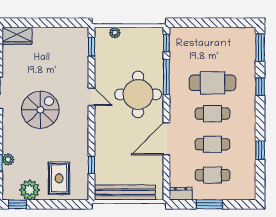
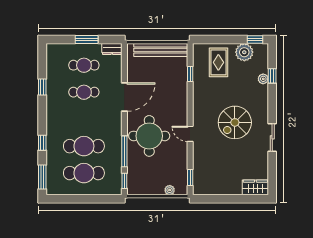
cafe table: (212, 114) -> (84, 173), moved, width x1.37, depth x1.35

